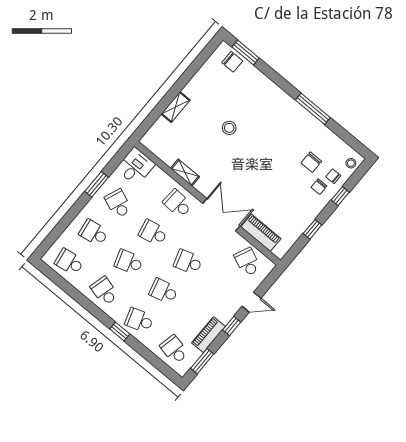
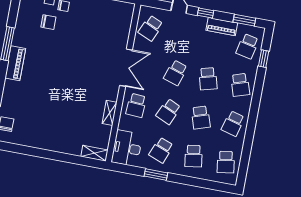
shelving: (176, 107) -> (94, 153), moved
stool: (229, 128) -> (57, 98), removed
desk: (135, 167) -> (127, 148), width x1.37
double door: (221, 215) -> (126, 68), swing flipped
school desk: (153, 233) -> (168, 111), turned 36
piano: (261, 233) -> (15, 63), moved, turned 180
school desk: (188, 262) -> (176, 73), turned 36
window: (120, 332) -> (264, 59), moved

